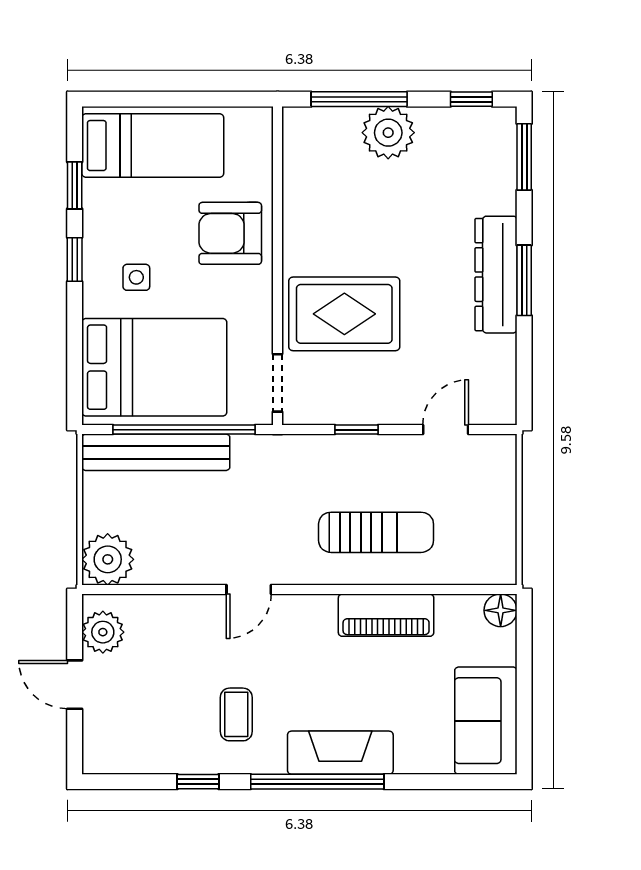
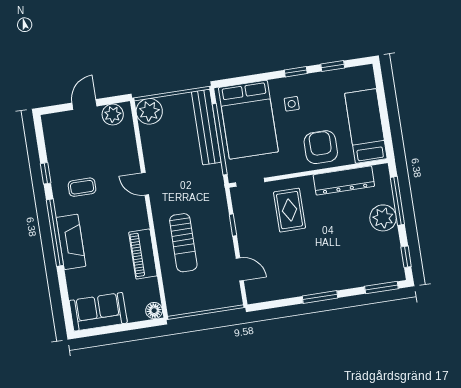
bed: (153, 146) -> (366, 126), moved, turned 180
dresser: (496, 275) -> (344, 181), moved, turned 180
rug: (344, 314) -> (290, 210), width x0.73, depth x0.70

